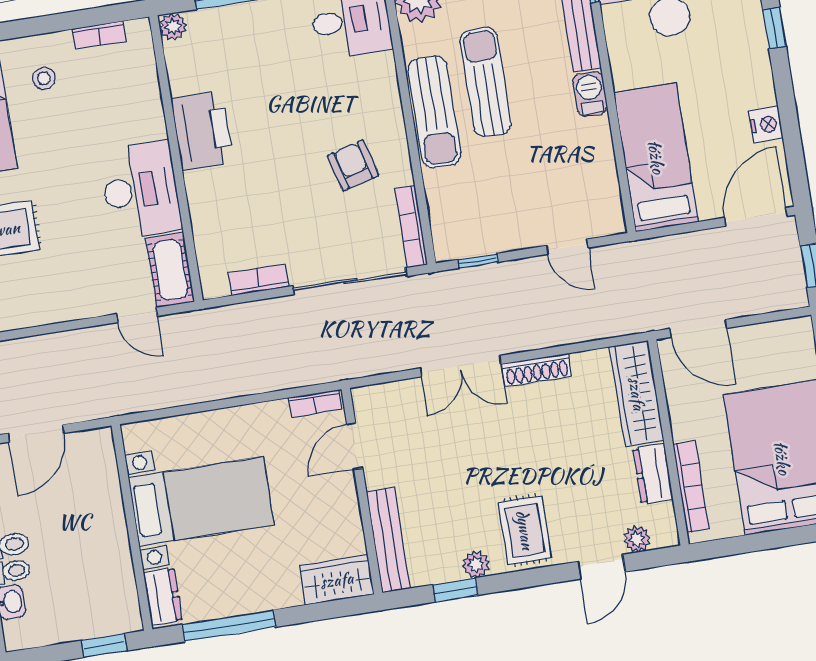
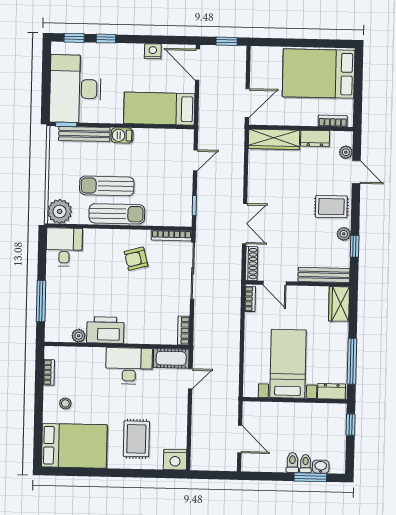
plant: (173, 27) -> (79, 336), moved
bookcase: (259, 280) -> (184, 330), moved
shoe rack: (537, 370) -> (252, 264), moved
bookcase: (691, 486) -> (333, 121), width x0.64

